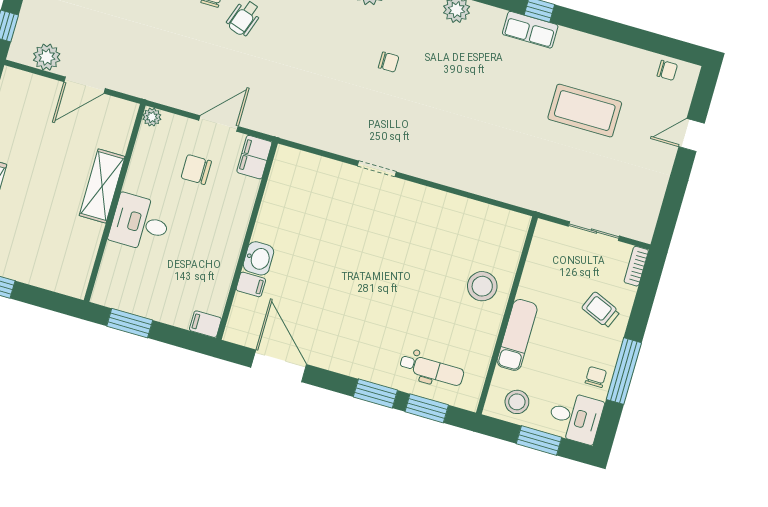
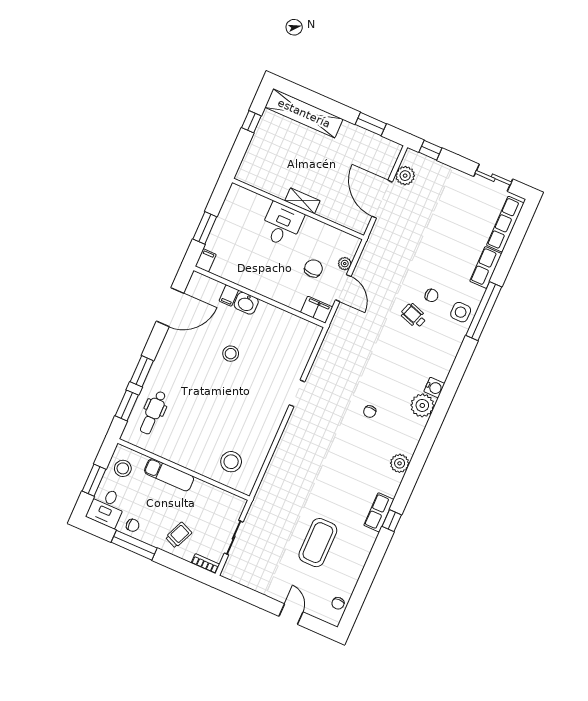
door: (85, 85) -> (382, 199), width x1.36
plant: (152, 117) -> (345, 264), moved
shelving: (102, 186) -> (302, 201), width x0.67, depth x0.75
stool: (333, 271) -> (231, 354), added
stool: (482, 286) -> (231, 462), moved
window: (130, 323) -> (205, 228), moved

